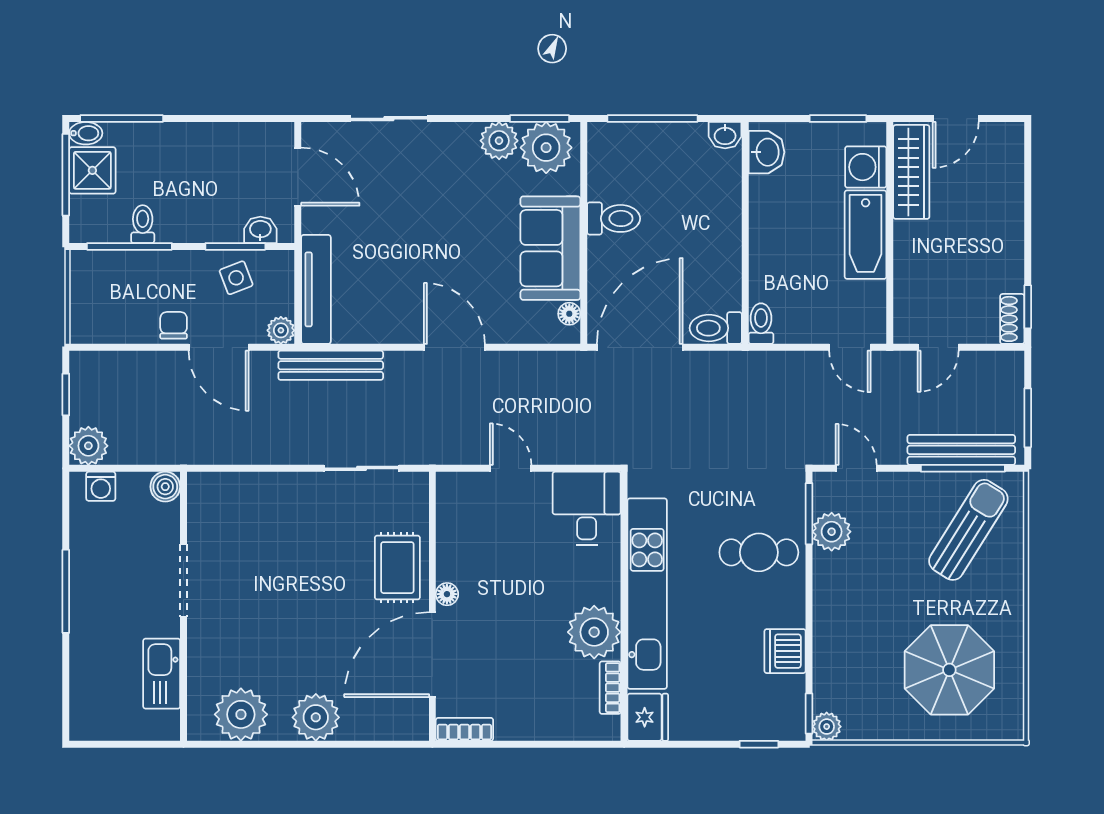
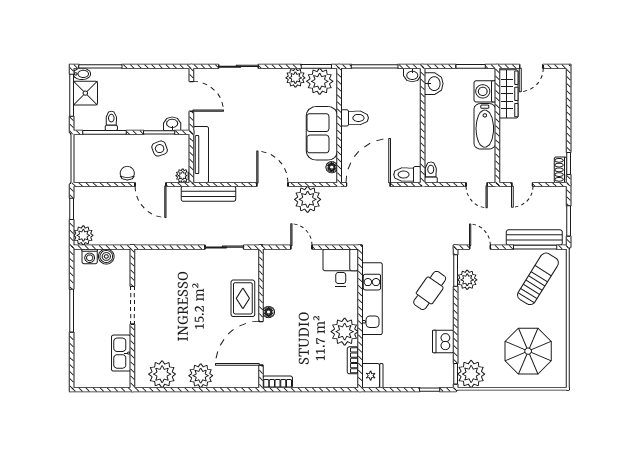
plant: (523, 376) -> (308, 199), added
boiler: (165, 487) -> (106, 256), moved
cafe table: (759, 552) -> (430, 290), turned -55
kitchen unit: (647, 594) -> (372, 299), width x0.73
plant: (827, 727) -> (471, 374), width x1.87, depth x1.87

